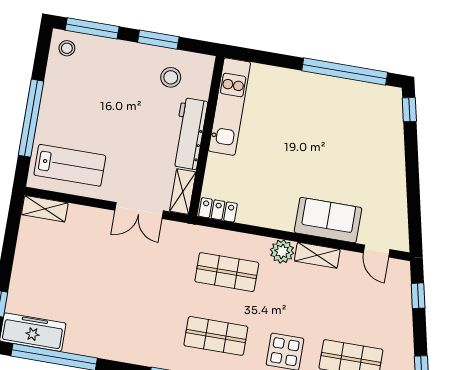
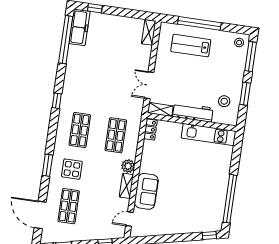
lab bench: (70, 165) -> (191, 46), moved, turned 90

